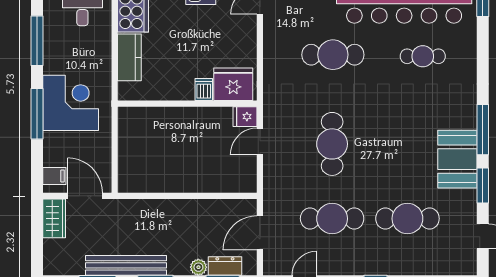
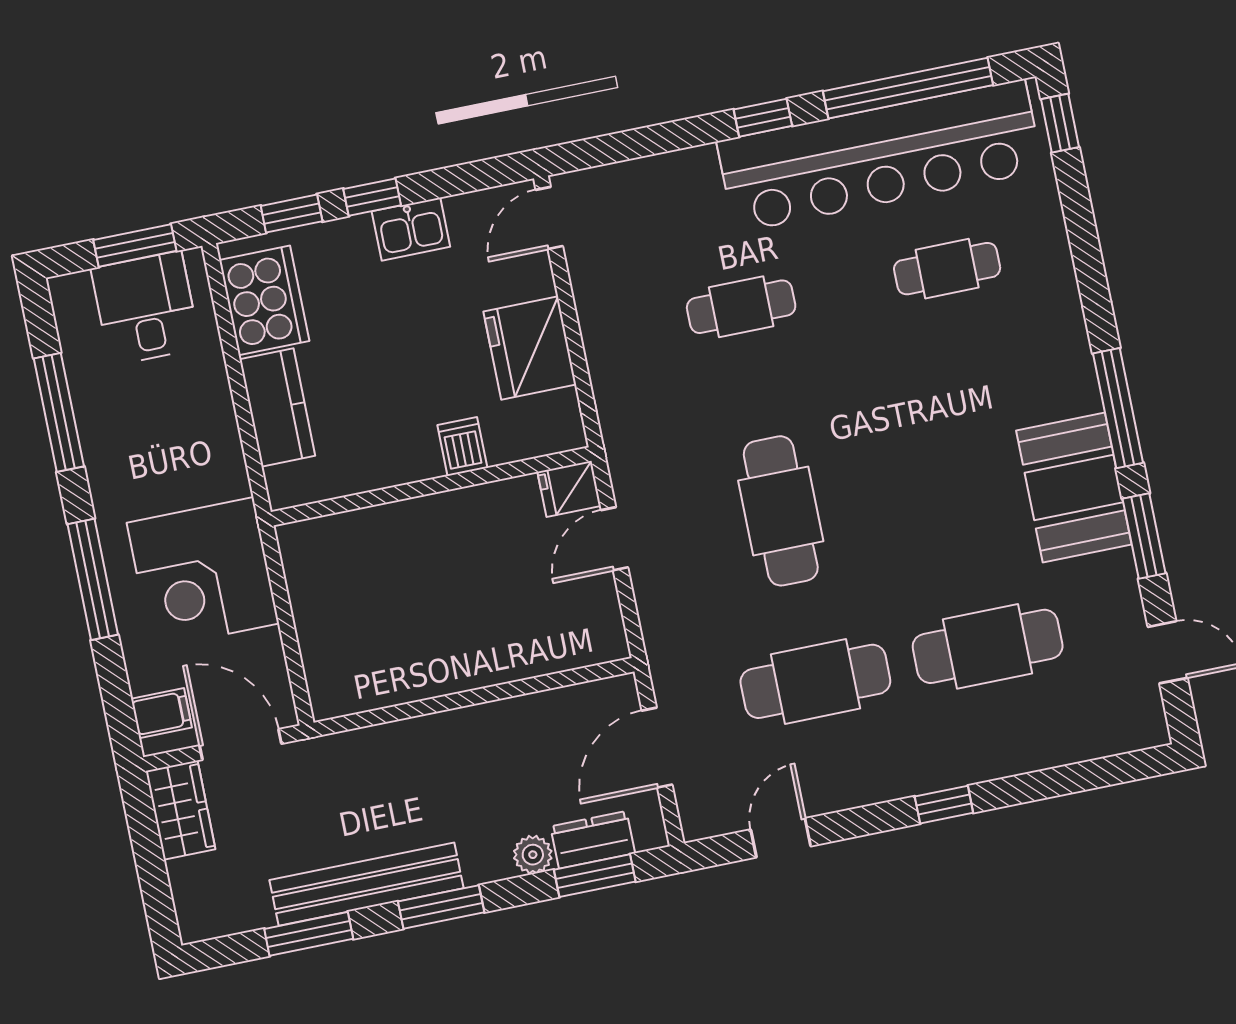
cafe table: (333, 55) -> (741, 307), width x0.73, depth x0.74
fridge: (233, 84) -> (530, 348), moved, turned -90
corner desk: (71, 103) -> (203, 573), moved, turned 180

